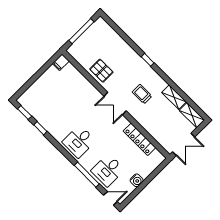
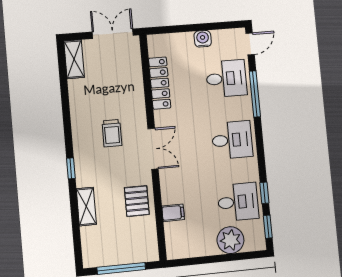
filing cabinet: (61, 62) -> (173, 213), moved
plant: (38, 90) -> (230, 240), added
shelving: (174, 97) -> (86, 207), moved
desk: (50, 112) -> (238, 202), added
door: (110, 198) -> (250, 44), swing flipped

